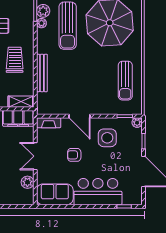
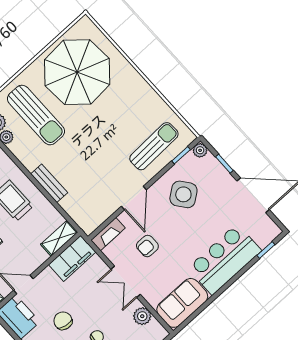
bench: (42, 73) -> (49, 183), width x0.73
sun lounger: (125, 81) -> (154, 146), moved, turned -92
door: (79, 116) -> (134, 198), hinge flipped
side table: (107, 138) -> (183, 194), turned -37
armchair: (74, 155) -> (147, 246), moved

